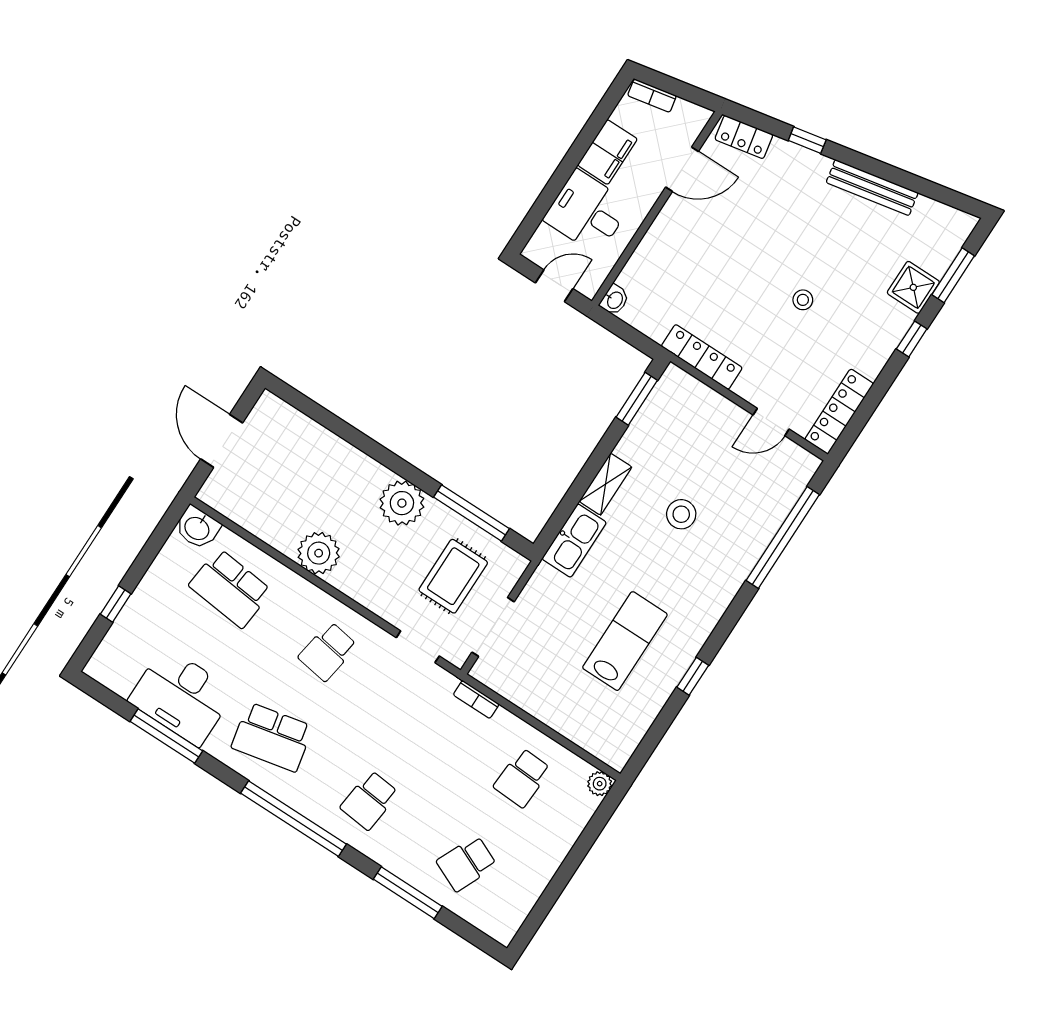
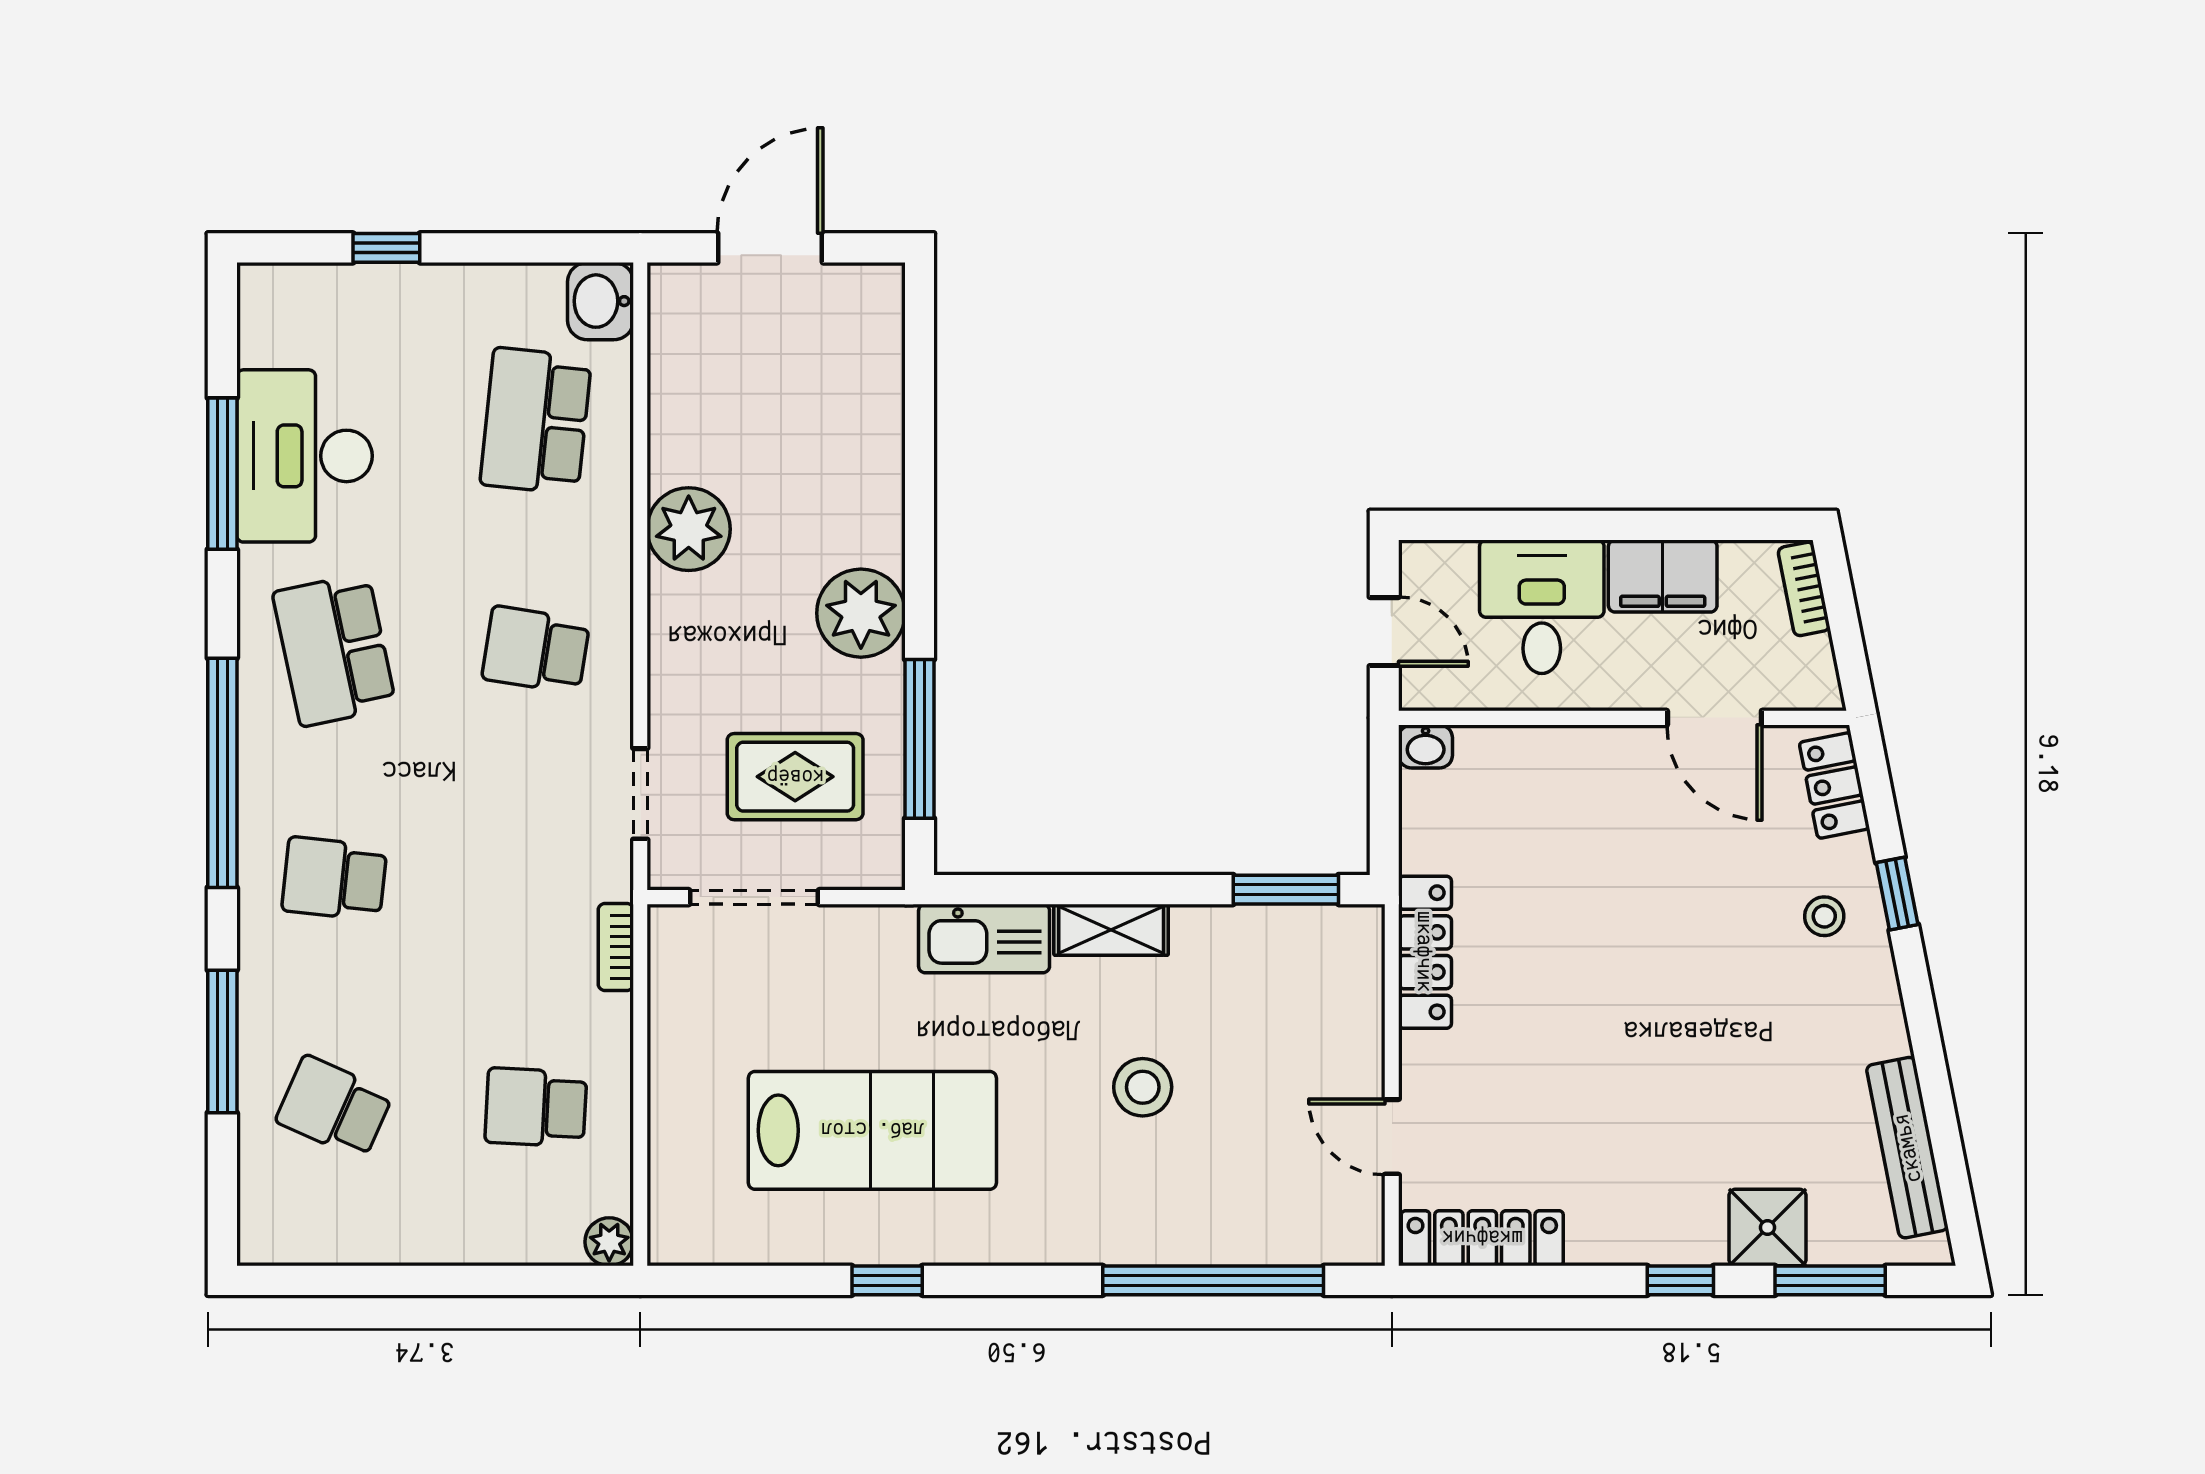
bench: (872, 188) -> (1907, 1148), moved
stool: (803, 300) -> (1824, 916), moved
lab bench: (625, 641) -> (872, 1130), width x1.36, depth x1.39

